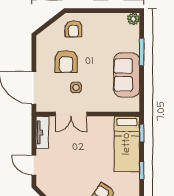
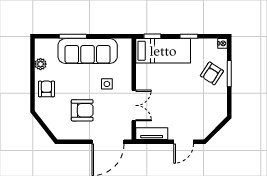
plant: (133, 19) -> (41, 64), moved
armchair: (73, 29) -> (46, 89), moved, turned -90
sofa: (127, 75) -> (88, 51), width x1.36
side table: (76, 87) -> (107, 84), moved

